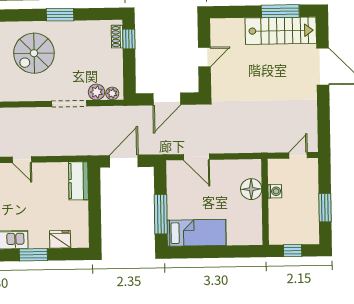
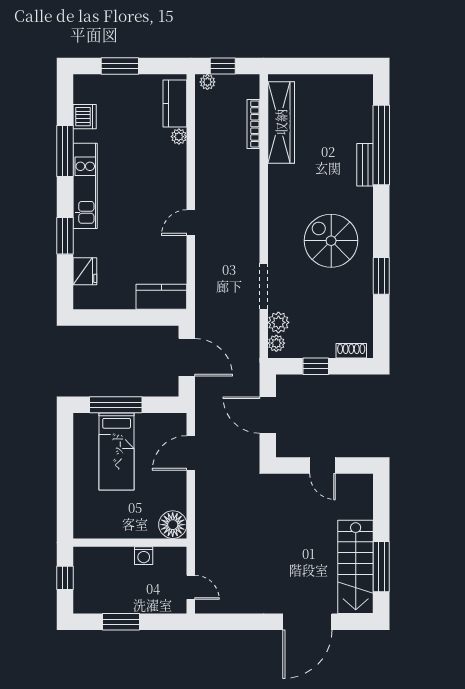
window: (129, 39) -> (316, 366), moved
floor lamp: (251, 189) -> (173, 525), moved
bed: (196, 233) -> (117, 451), moved

